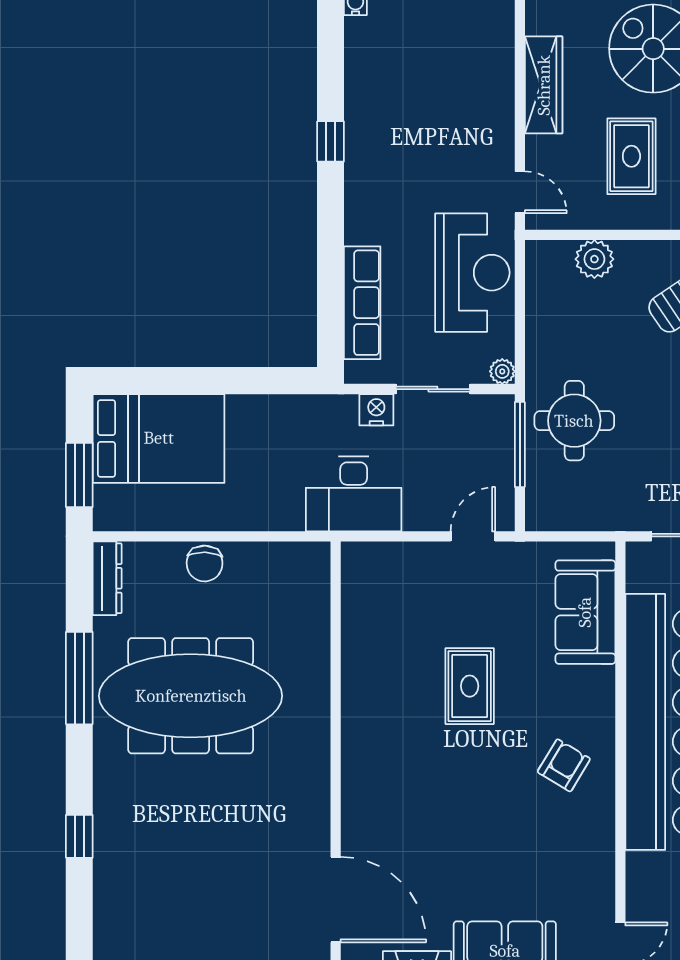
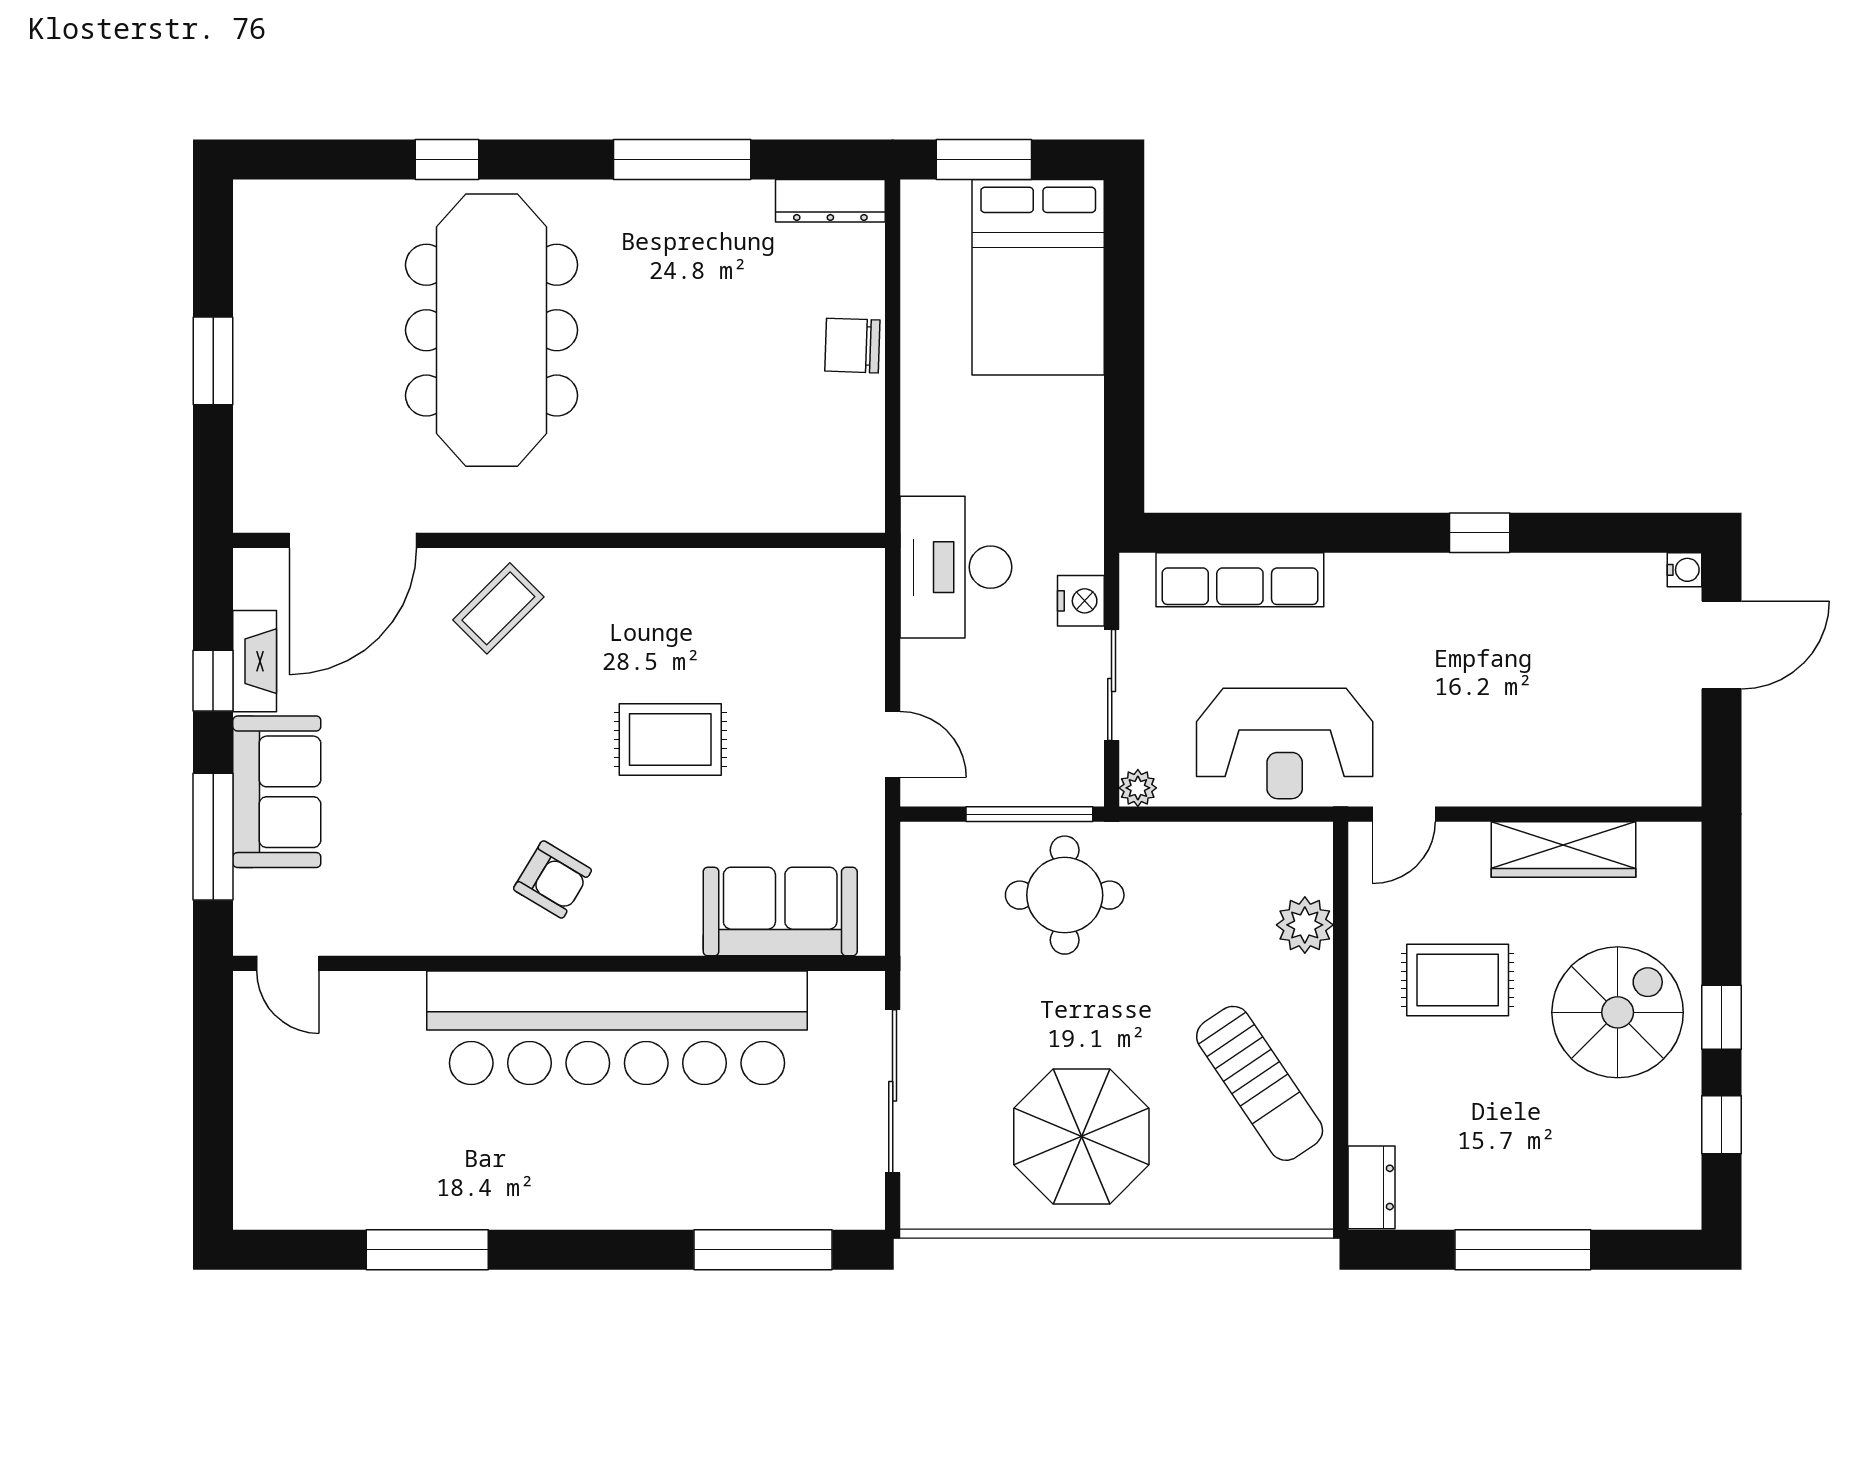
meeting table: (191, 696) -> (492, 330), moved
coffee table: (381, 802) -> (498, 608), added

